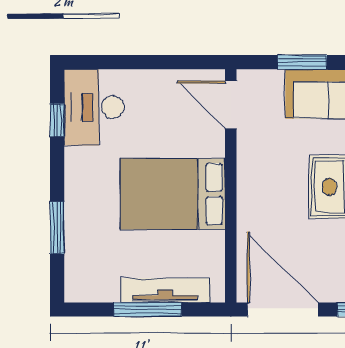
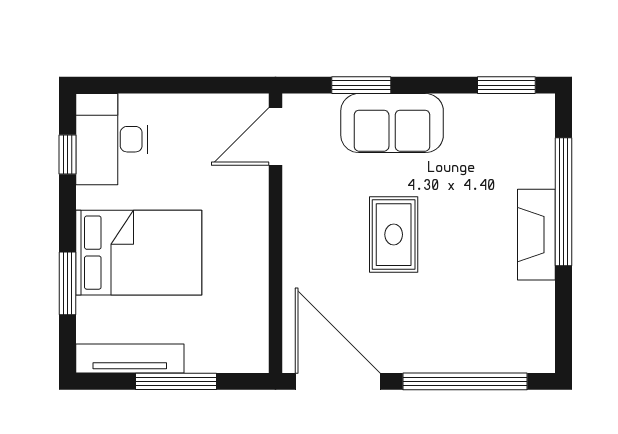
door: (231, 105) -> (276, 136), hinge flipped
bed: (173, 194) -> (139, 253), moved, turned 180
tv unit: (165, 290) -> (130, 358), moved

